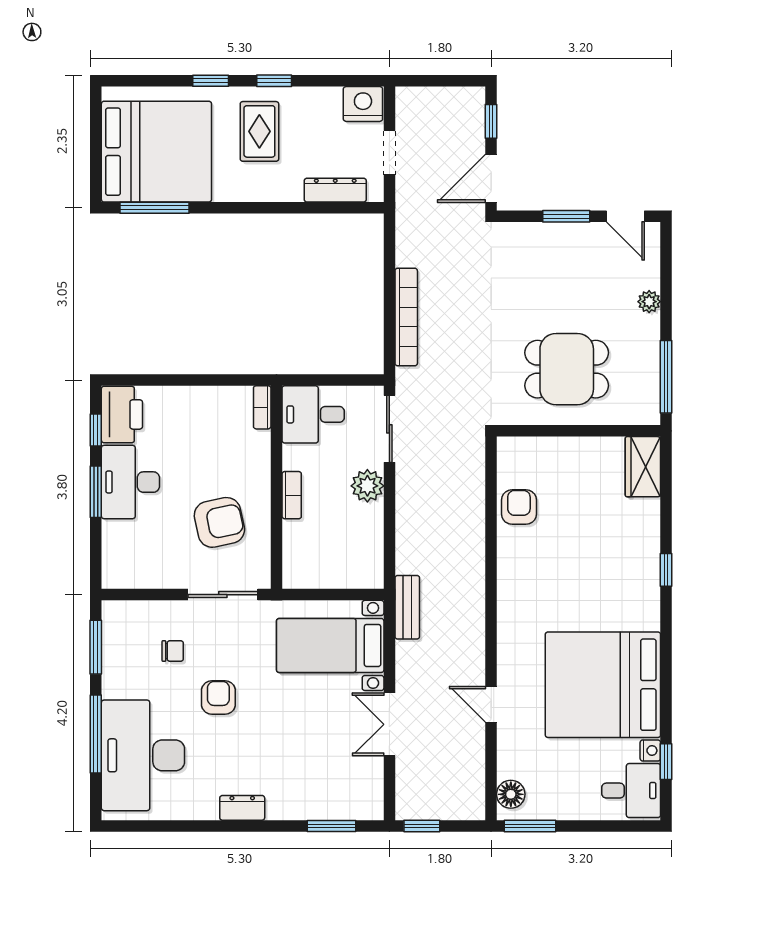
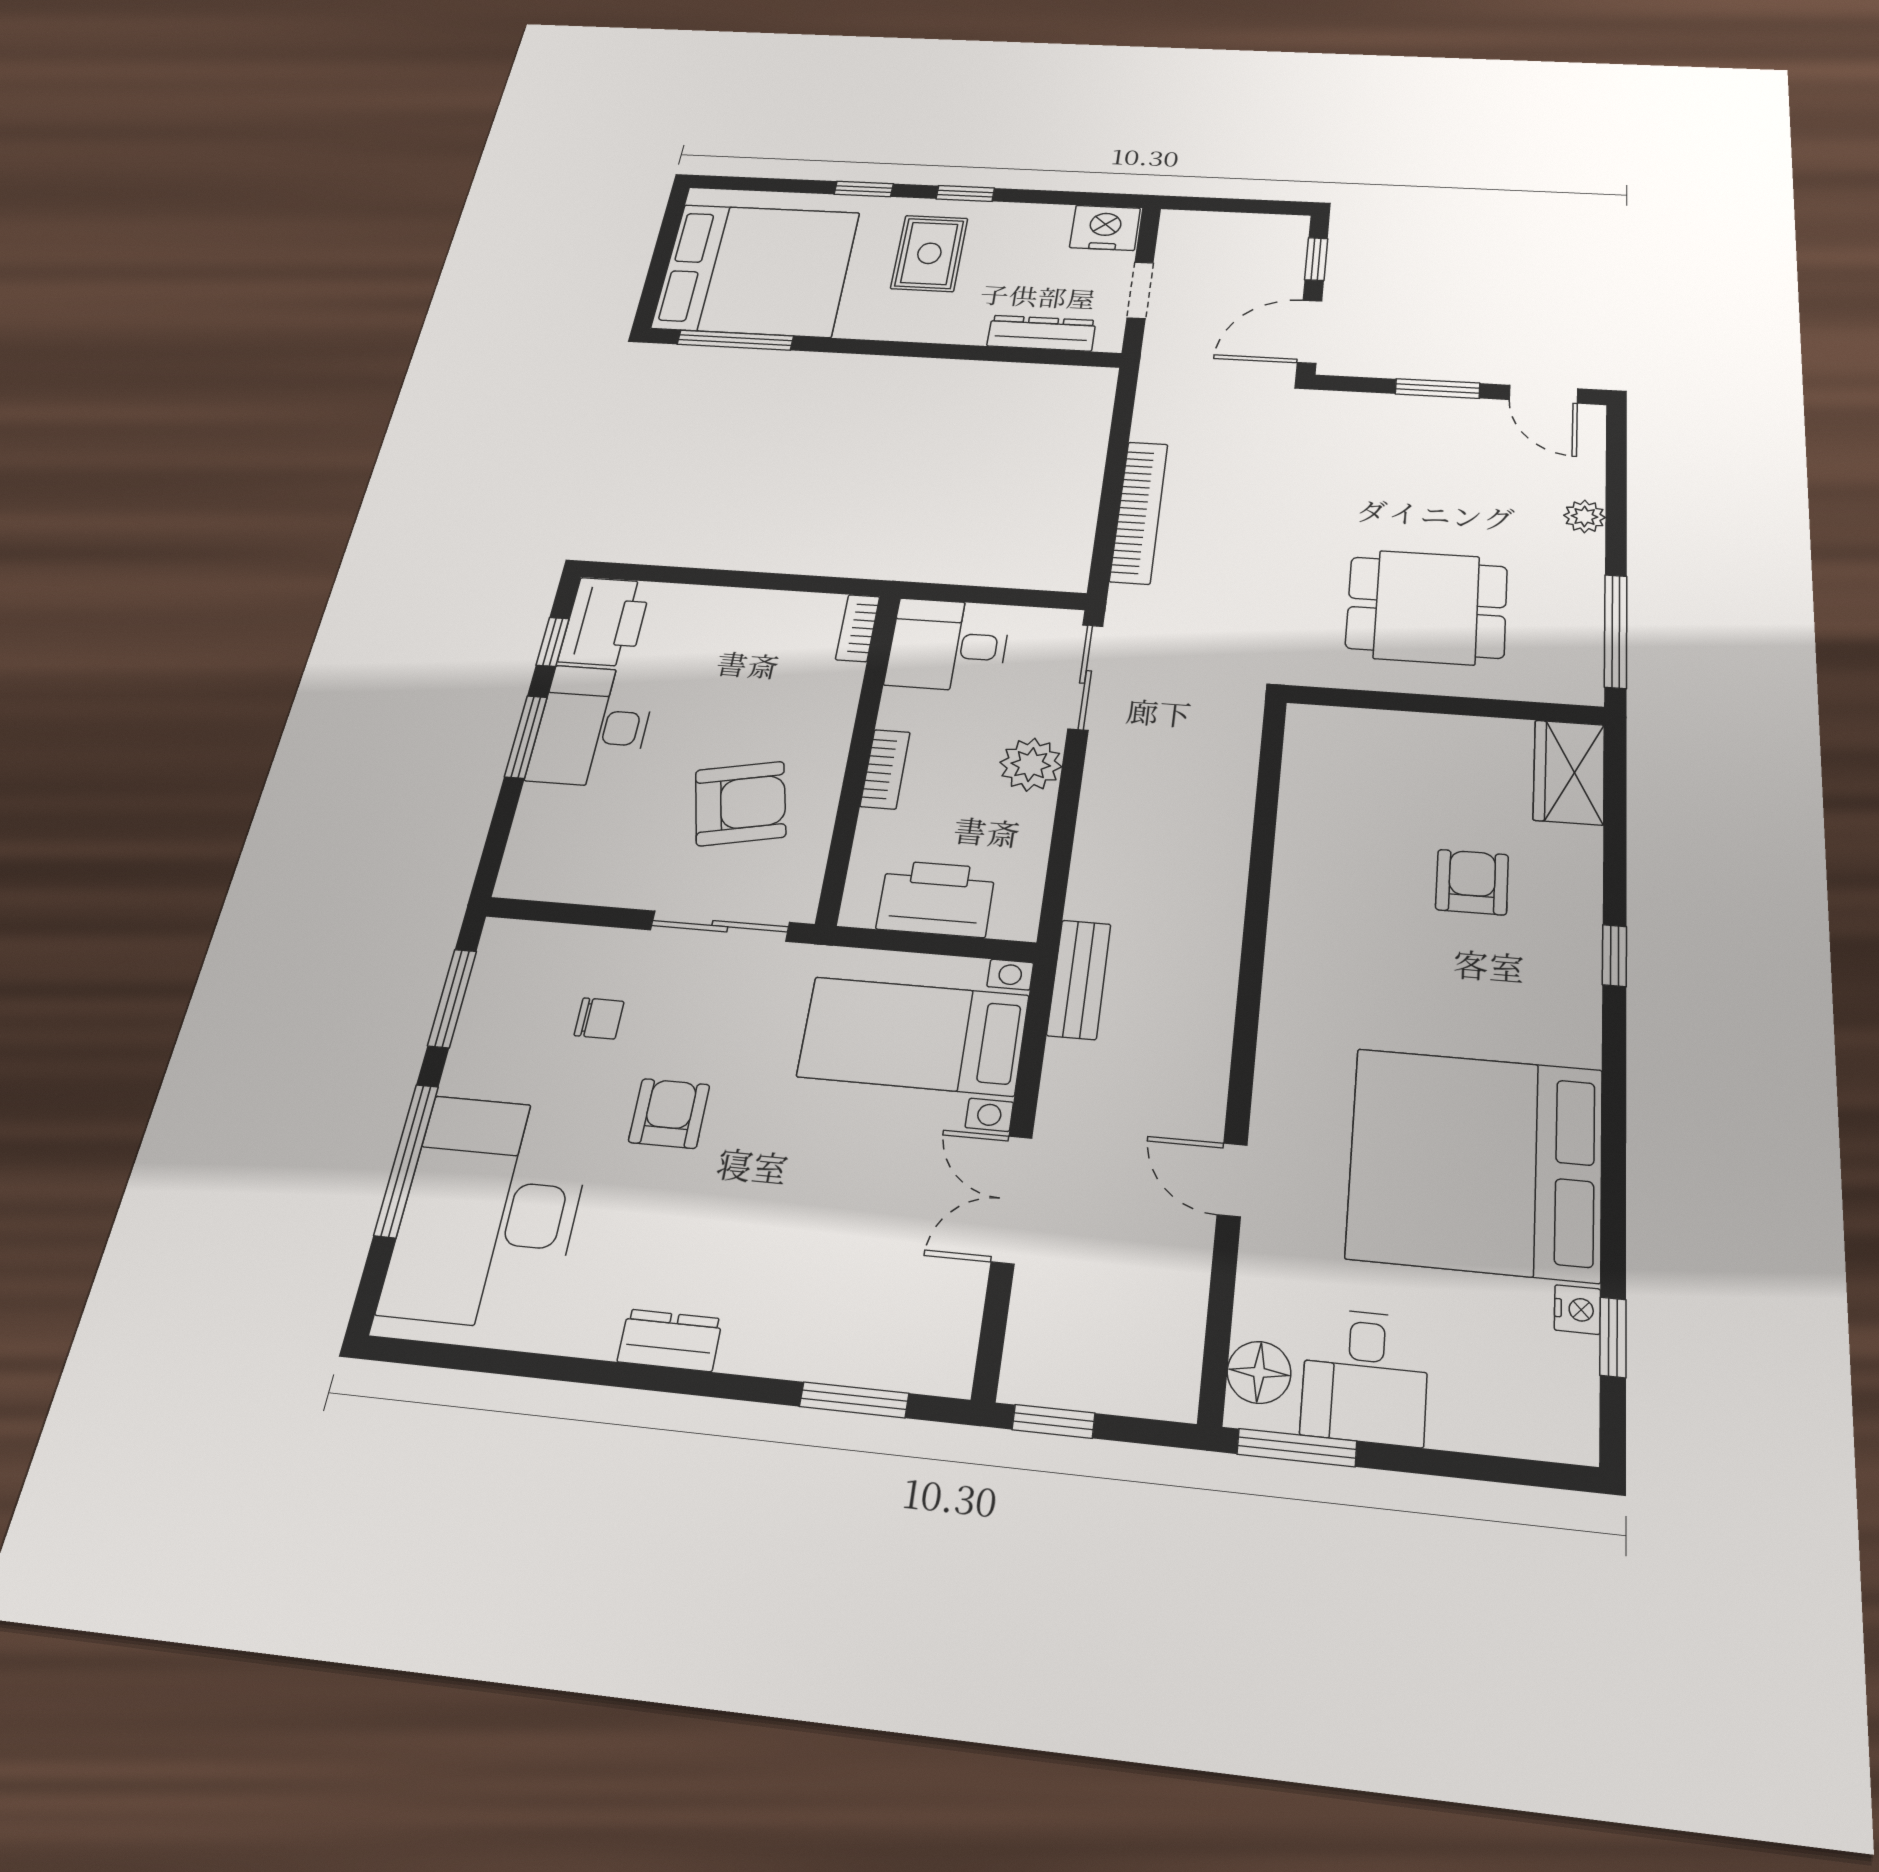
armchair: (519, 507) -> (1472, 882), moved
printer: (330, 569) -> (936, 899), added
desk: (631, 791) -> (1365, 1377), moved, turned 90

